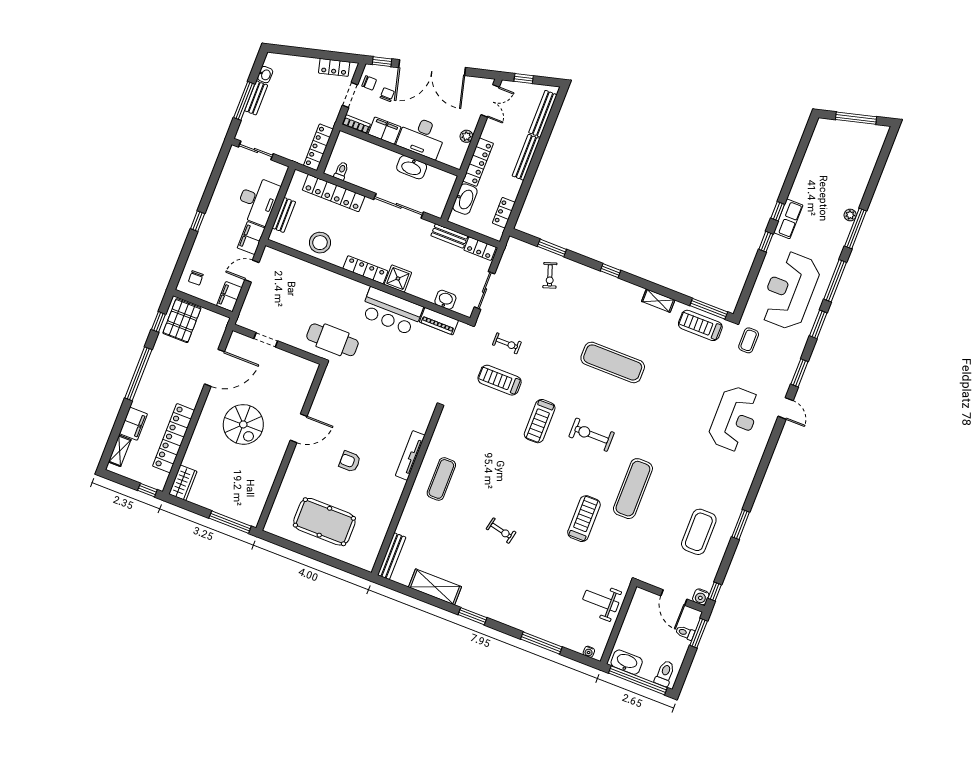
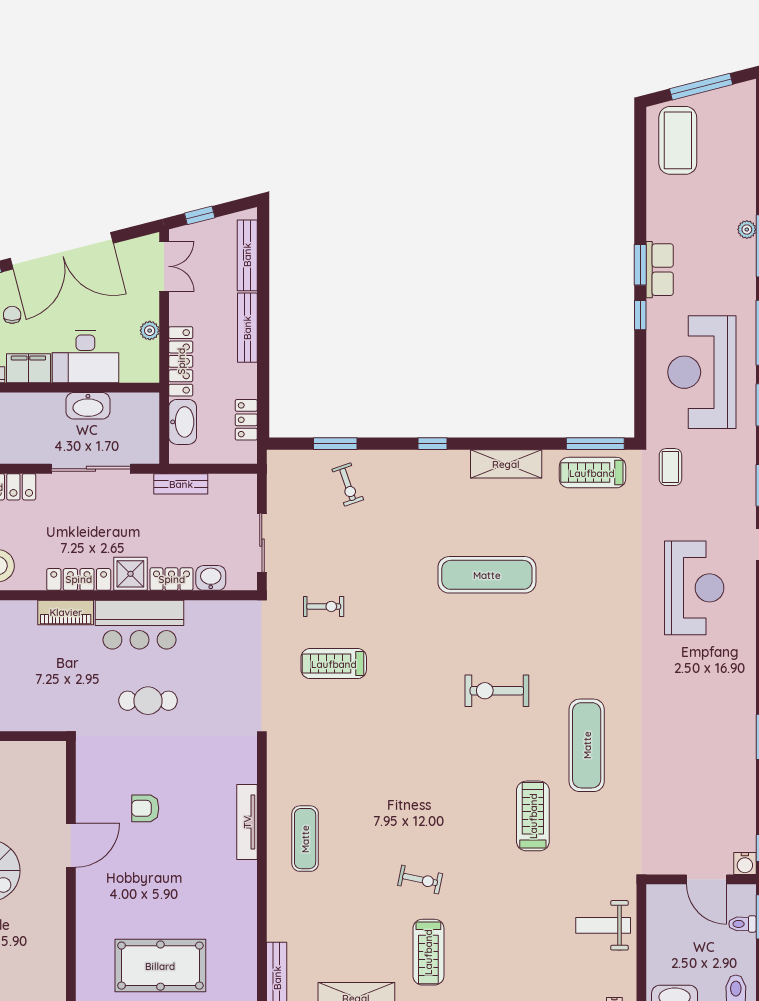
window: (778, 211) -> (640, 265), width x1.50
locker: (480, 249) -> (172, 579), moved, turned 180
shelving: (658, 301) -> (506, 464), width x1.50, depth x1.33
piano: (439, 321) -> (66, 612), moved
cafe table: (332, 340) -> (148, 701), moved, width x0.73, depth x0.74
treadmill: (540, 421) -> (428, 952), moved
armchair: (350, 461) -> (145, 808), moved
coffee table: (699, 532) -> (678, 140), moved

